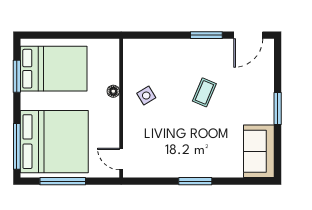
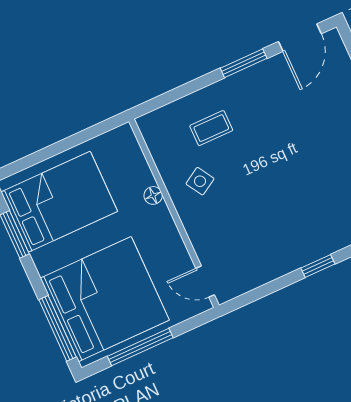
coffee table: (204, 92) -> (211, 128), moved, turned 67
window: (195, 181) -> (318, 266), width x0.67

